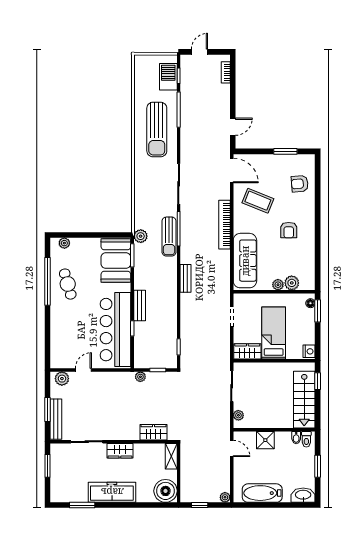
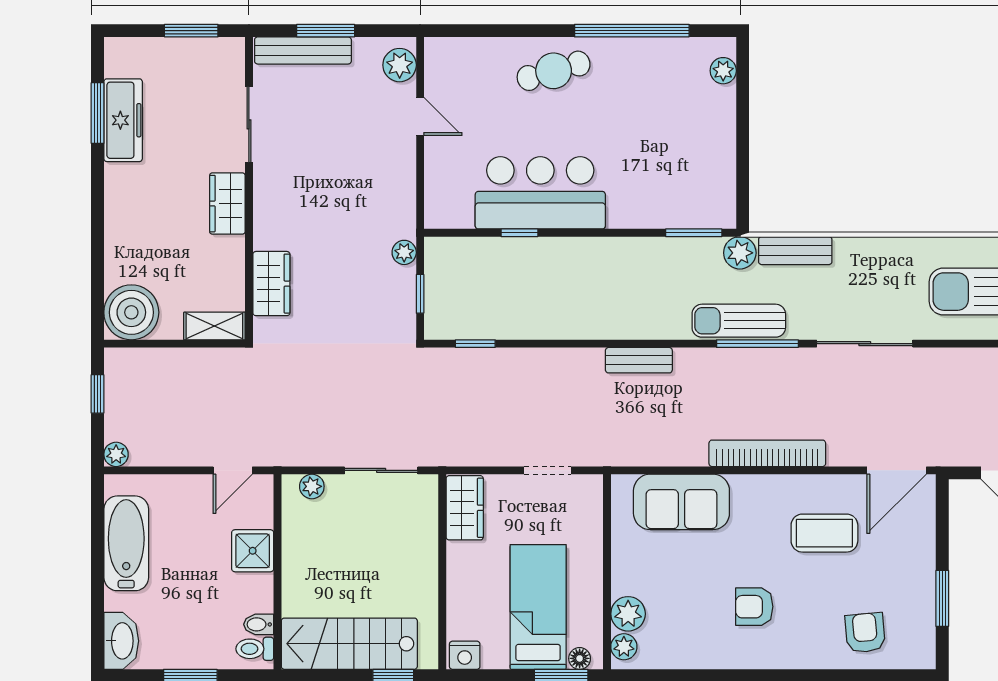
coffee table: (258, 201) -> (824, 533), turned 68
booth: (116, 261) -> (682, 194), removed
sofa: (245, 261) -> (681, 502), width x0.73
cafe table: (68, 284) -> (554, 71), moved
plant: (278, 285) -> (624, 647), moved
bench: (140, 305) -> (795, 251), moved
bar counter: (115, 330) -> (540, 193), width x0.73
bed: (274, 333) -> (538, 607), moved, turned -90
freezer: (112, 492) -> (123, 120), moved, width x0.73, depth x0.79

